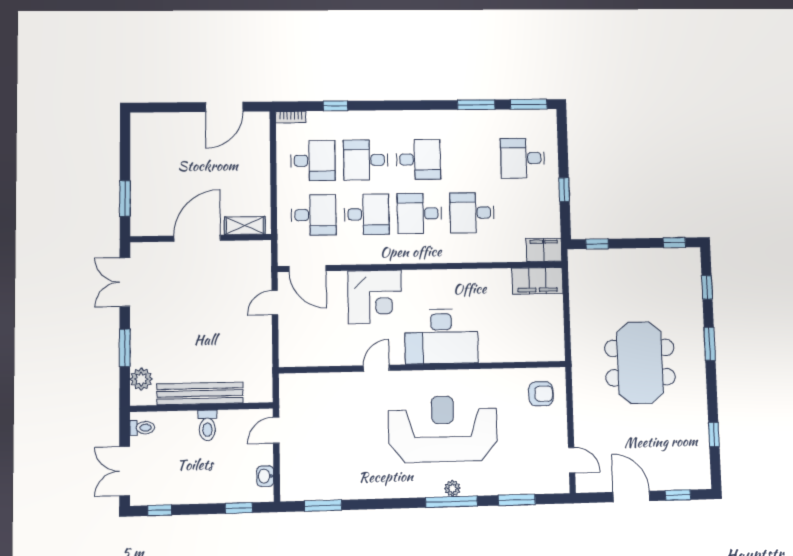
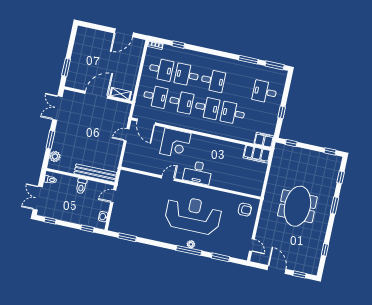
desk: (420, 213) -> (207, 108), turned 180
desk: (441, 336) -> (198, 172), width x0.73, depth x0.77
bench: (200, 393) -> (95, 173), moved

